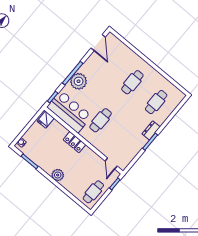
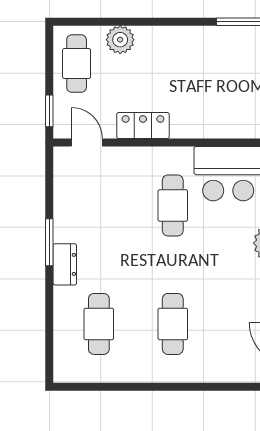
locker: (74, 142) -> (143, 126), moved
plant: (58, 175) -> (120, 40), moved

